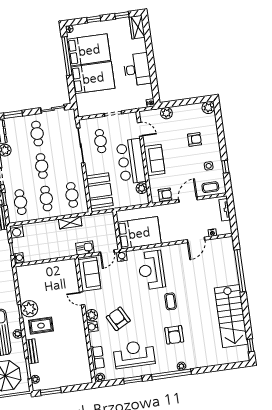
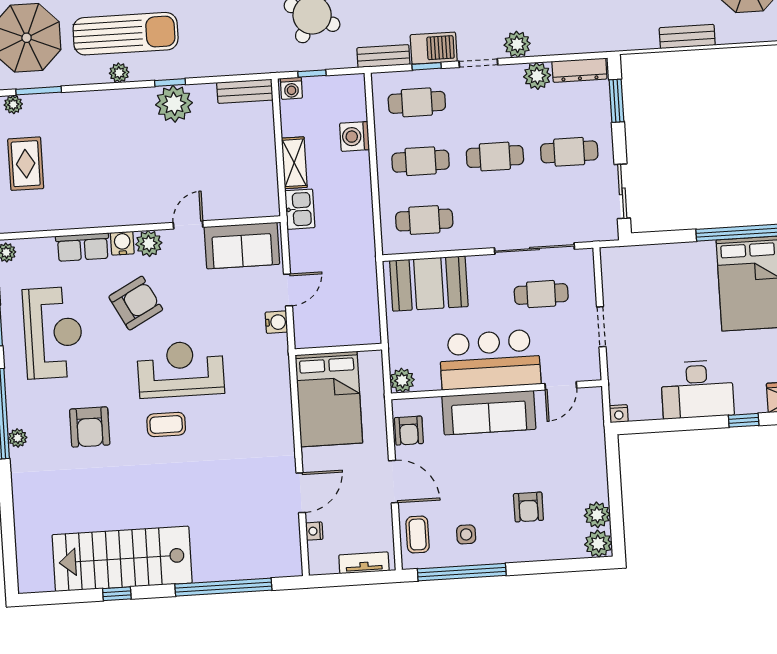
window: (149, 48) -> (744, 420), added
bed: (93, 78) -> (686, 288), removed
plant: (166, 113) -> (597, 515), moved
sofa: (154, 160) -> (489, 413), width x1.36
window: (225, 167) -> (462, 572), width x3.17
plant: (142, 188) -> (402, 380), moved
shelving: (70, 223) -> (294, 163), moved
wall: (117, 230) -> (338, 349), moved
washing machine: (16, 231) -> (355, 136), moved
bed: (139, 233) -> (329, 399), moved
door: (196, 240) -> (301, 493), swing flipped
kitchen sink: (85, 248) -> (300, 209), moved
door: (107, 252) -> (288, 290), swing flipped
reception desk: (151, 270) -> (181, 369), moved
rug: (41, 326) -> (26, 164), moved
armchair: (174, 335) -> (90, 427), turned -90
window: (250, 345) -> (117, 594), moved
bench: (32, 351) -> (245, 91), moved
row of seats: (97, 358) -> (83, 247), moved

